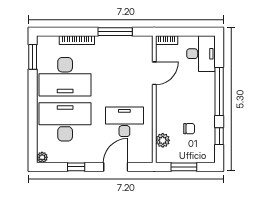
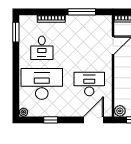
desk: (65, 77) -> (42, 48), width x0.53, depth x0.77
plant: (163, 140) -> (120, 111), moved
door: (116, 167) -> (93, 120), moved

